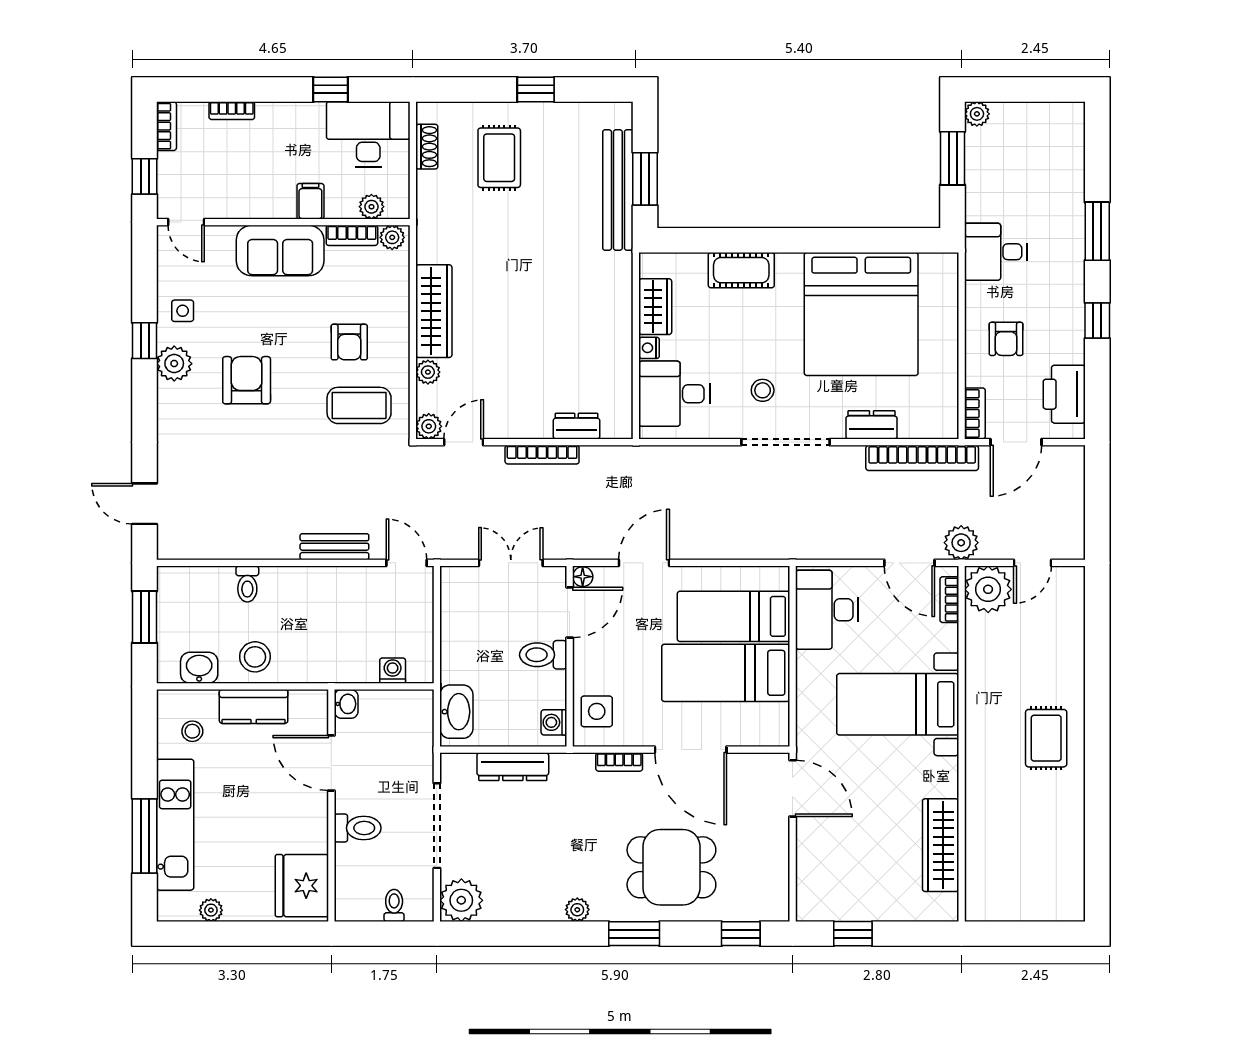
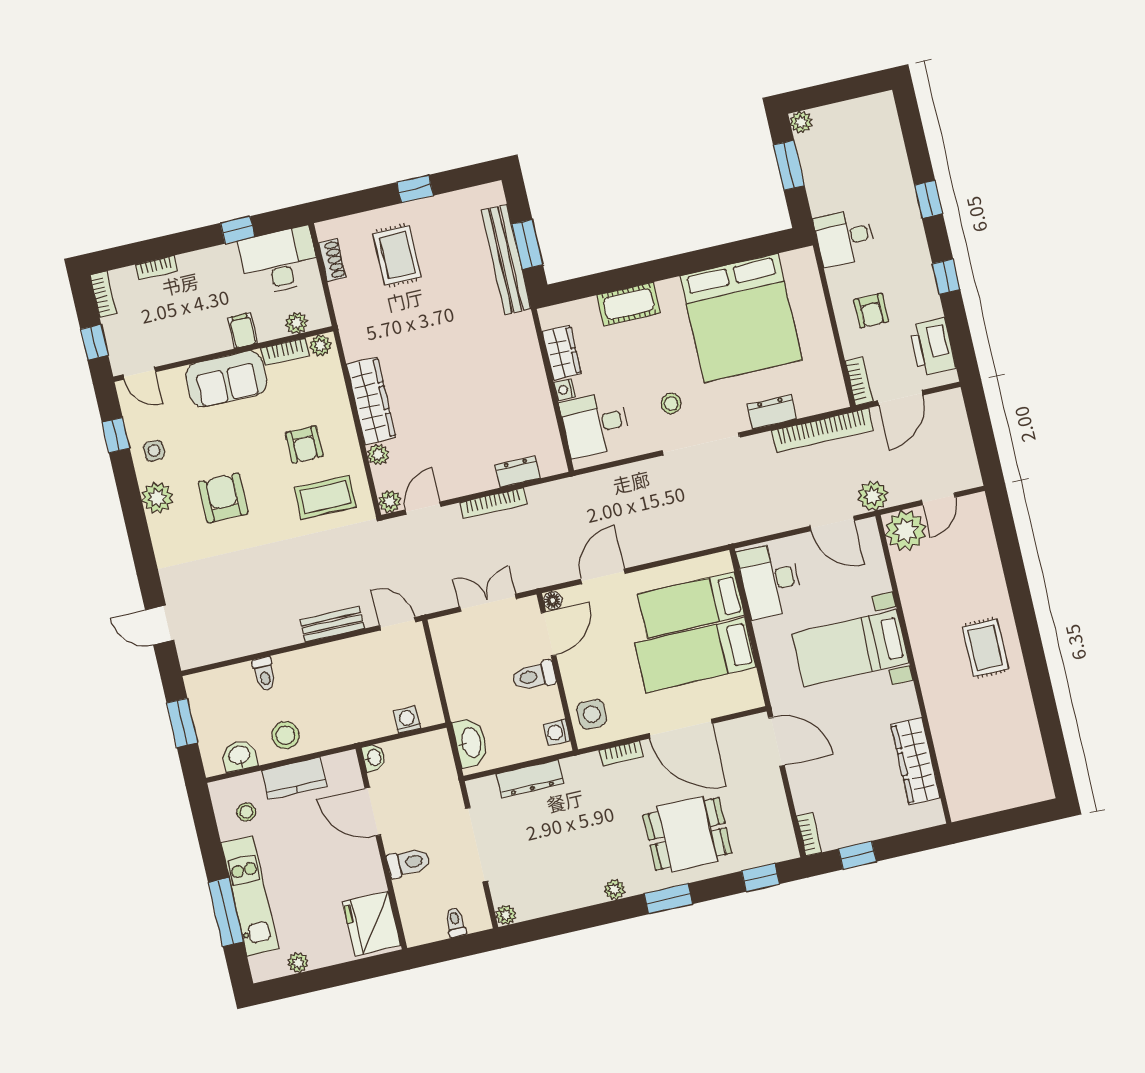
window: (1097, 231) -> (928, 199), width x0.67
window: (145, 341) -> (116, 435), moved
bookcase: (949, 600) -> (809, 834), moved, turned 180
plant: (461, 900) -> (506, 915), width x0.53, depth x0.53

